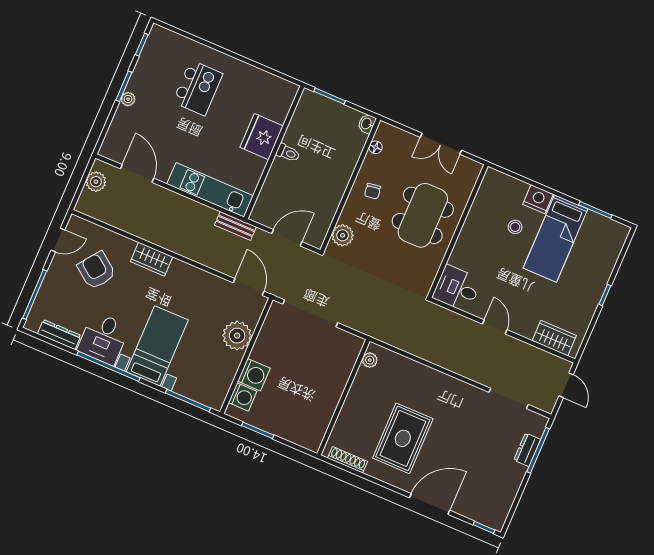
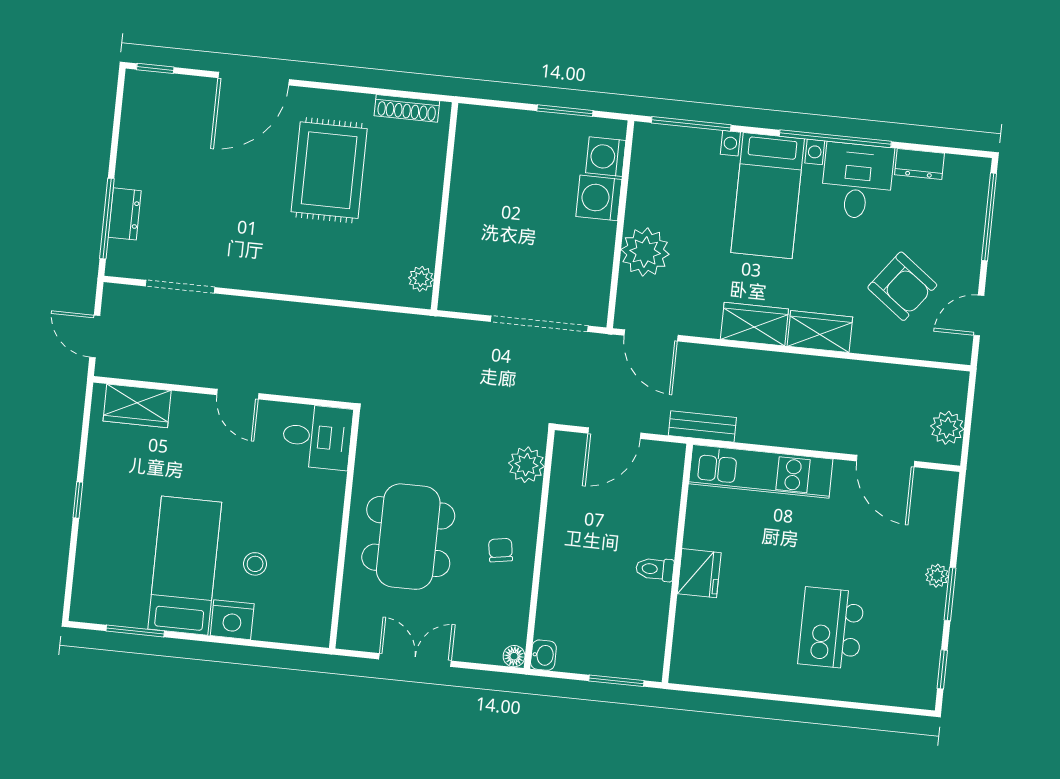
fridge: (262, 137) -> (699, 573), width x0.73, depth x0.75
floor lamp: (376, 147) -> (514, 656), moved
wardrobe: (187, 275) -> (754, 324), added
dresser: (59, 335) -> (920, 164), width x0.70

